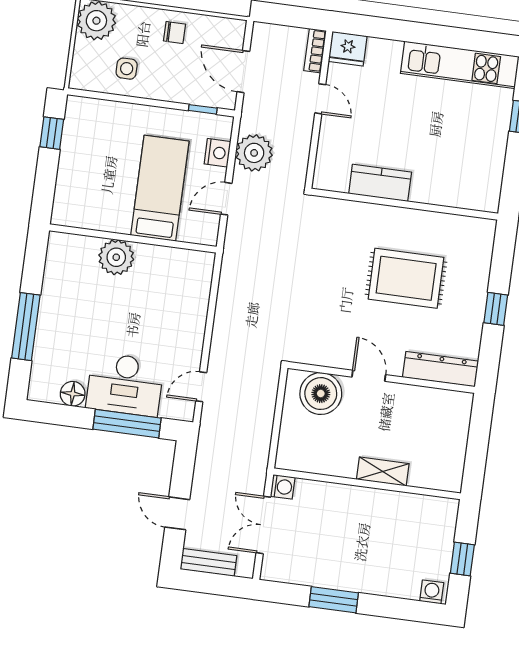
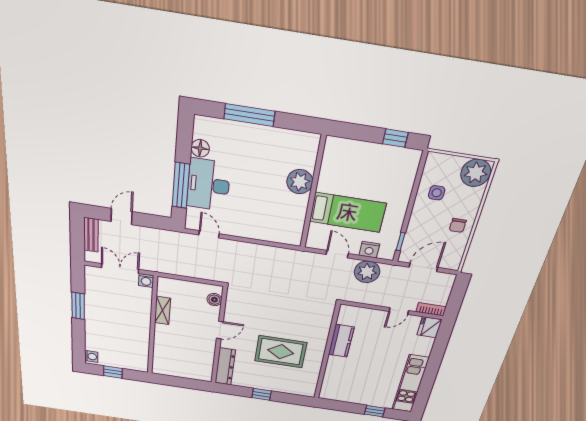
rug: (406, 278) -> (281, 352), turned 90
boiler: (321, 394) -> (214, 300), width x0.54, depth x0.54
shelving: (383, 471) -> (163, 310), moved

